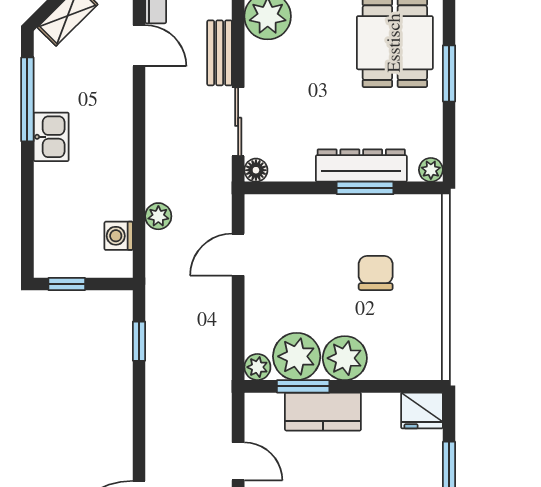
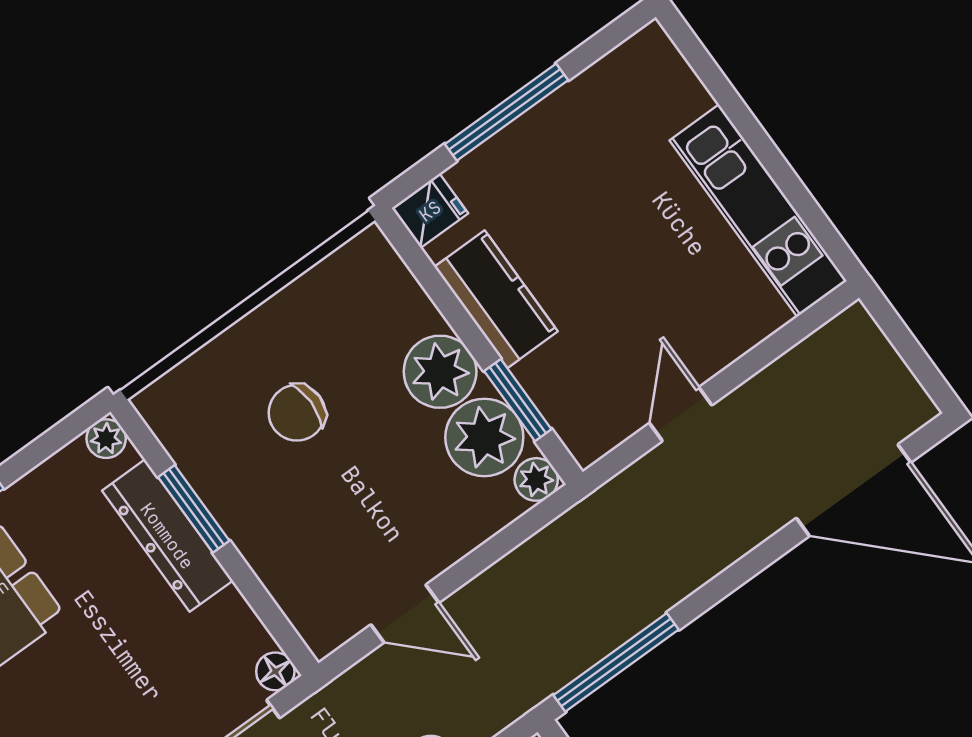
window: (139, 341) -> (616, 662), width x2.17
fridge: (422, 410) -> (430, 211), width x0.72
kitchen counter: (323, 412) -> (496, 299), moved

